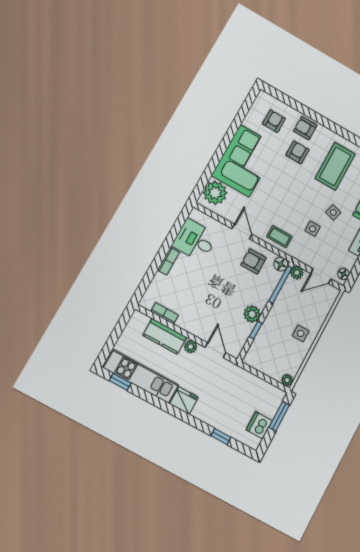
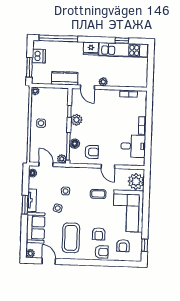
window: (246, 107) -> (145, 245), added
coffee table: (279, 237) -> (98, 194), moved
floor lamp: (281, 264) -> (75, 144), moved
door: (321, 276) -> (46, 164), hinge flipped
kitchen counter: (165, 336) -> (65, 78), moved
window: (120, 382) -> (122, 41), moved
window: (221, 437) -> (58, 38), width x3.17

